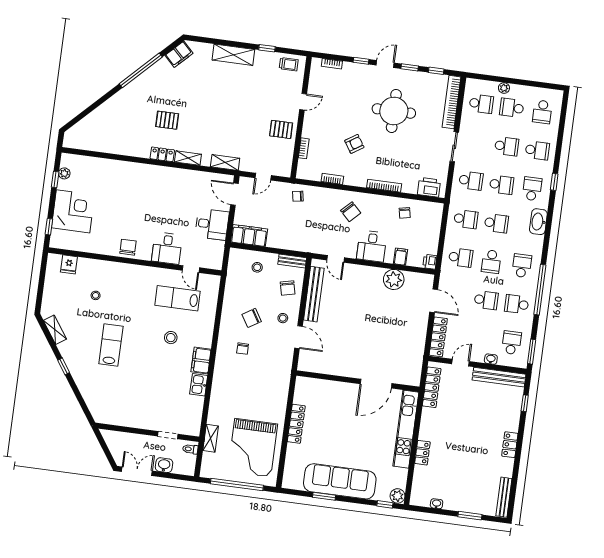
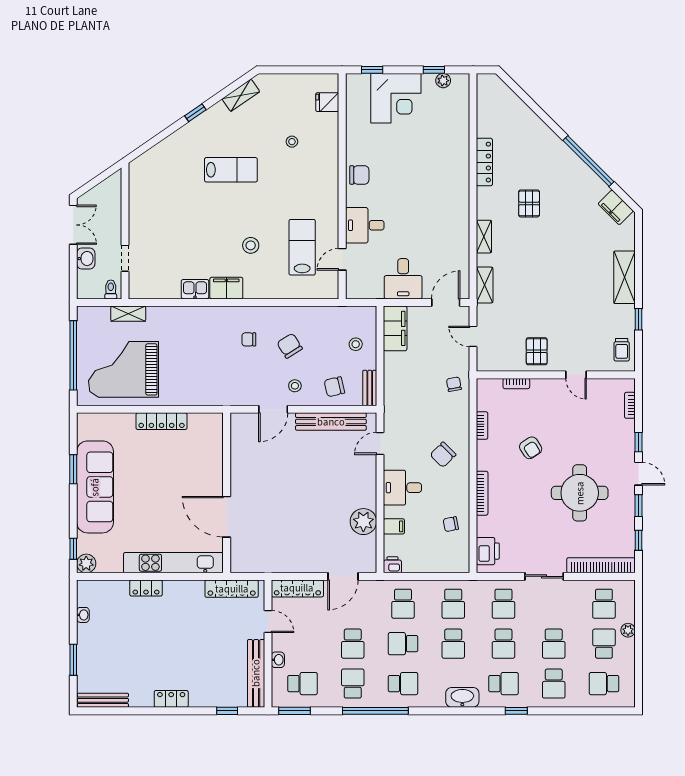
locker: (162, 154) -> (484, 162), moved, width x1.53

